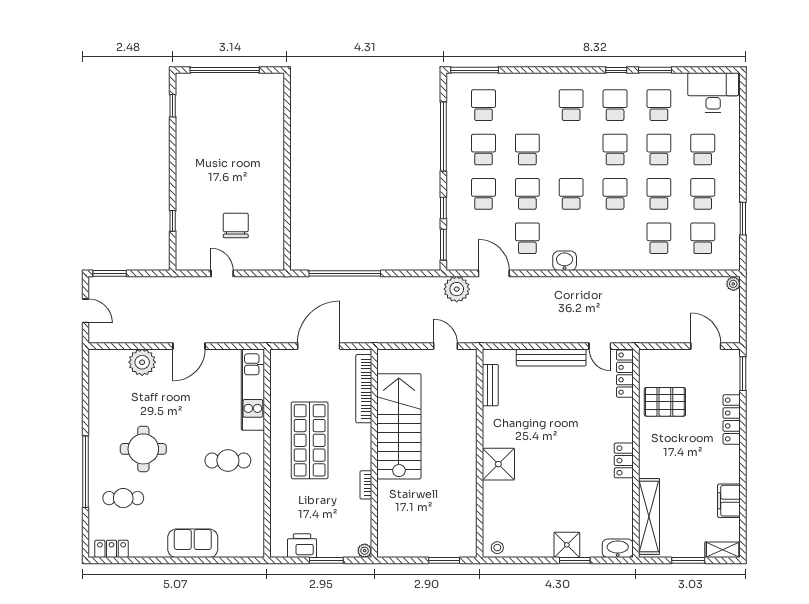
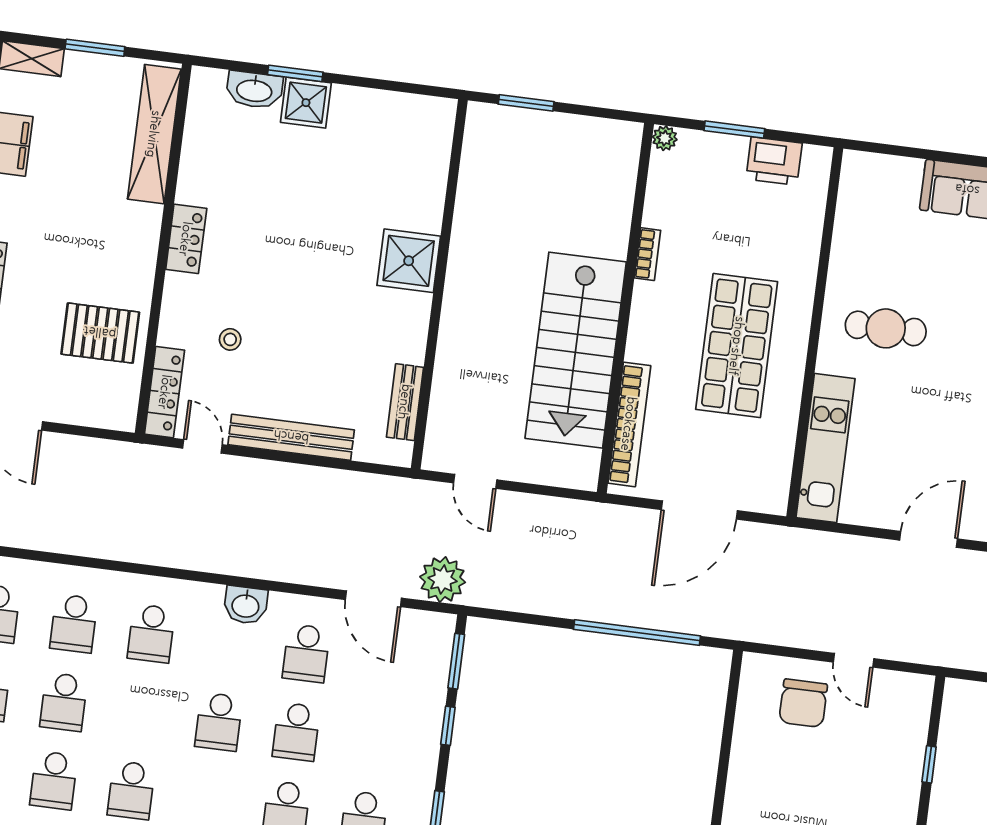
school desk: (483, 194) -> (374, 742), removed
school desk: (615, 194) -> (151, 633), moved
chair: (236, 225) -> (803, 703), moved
stool: (497, 548) -> (230, 339), moved
washbasin: (618, 548) -> (254, 90), moved

